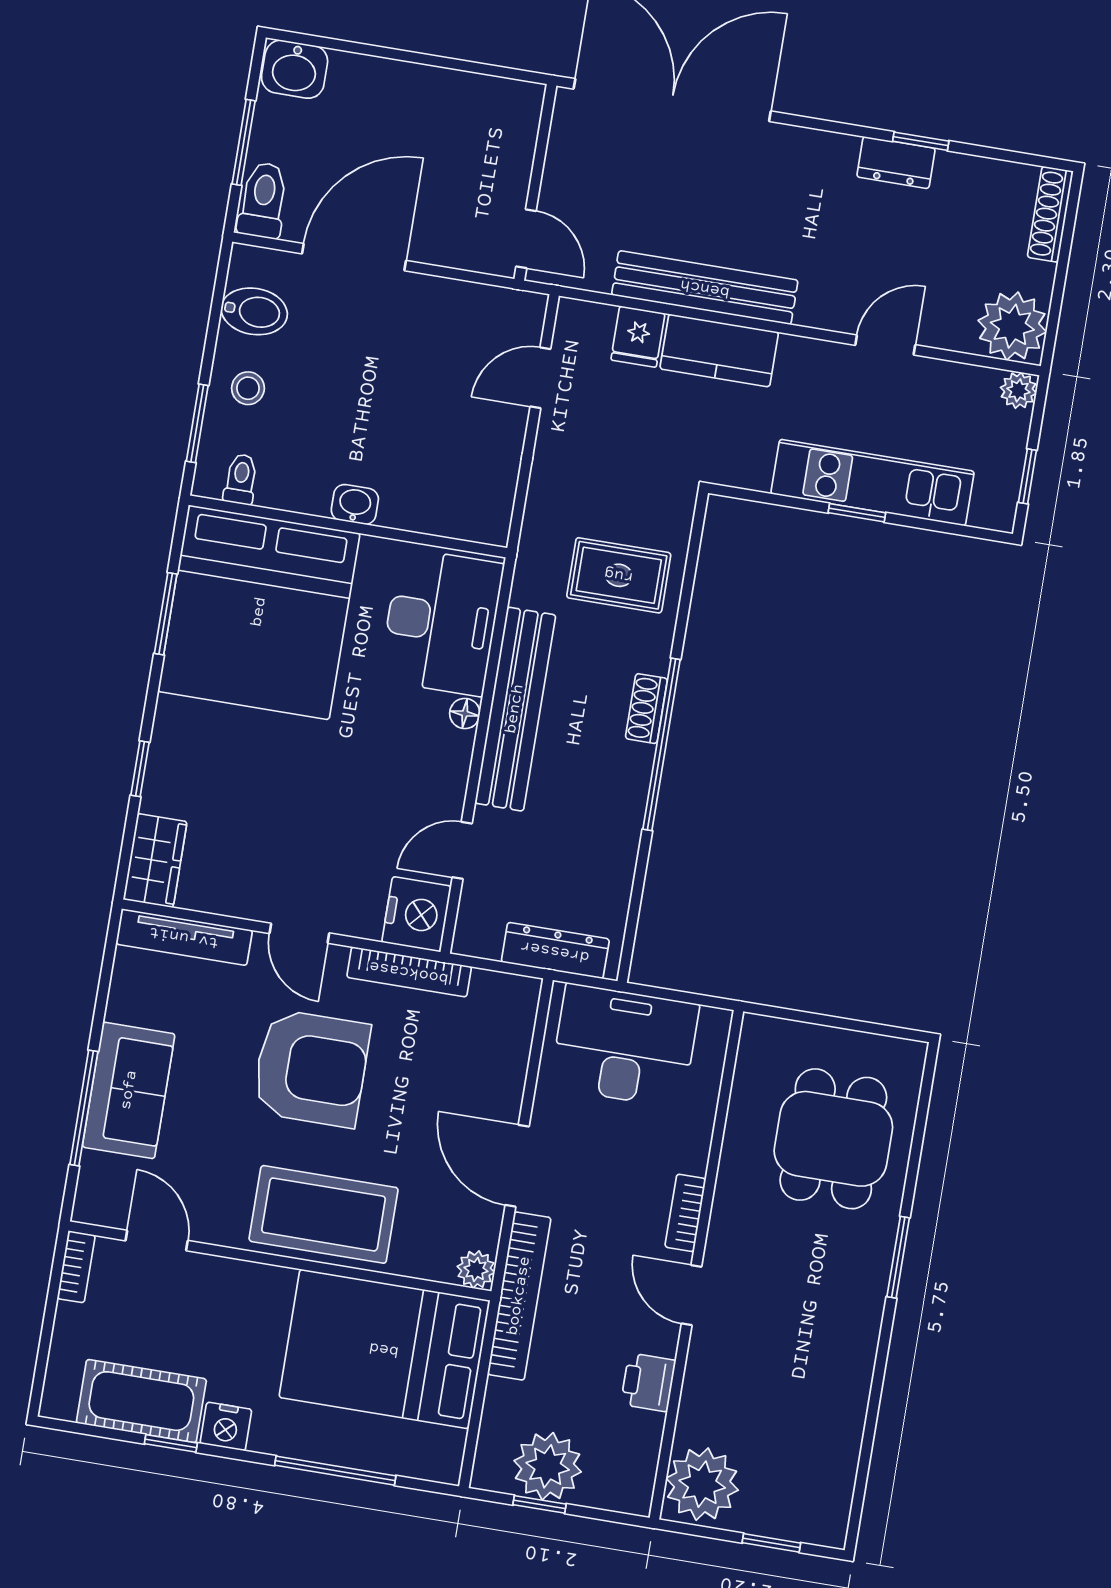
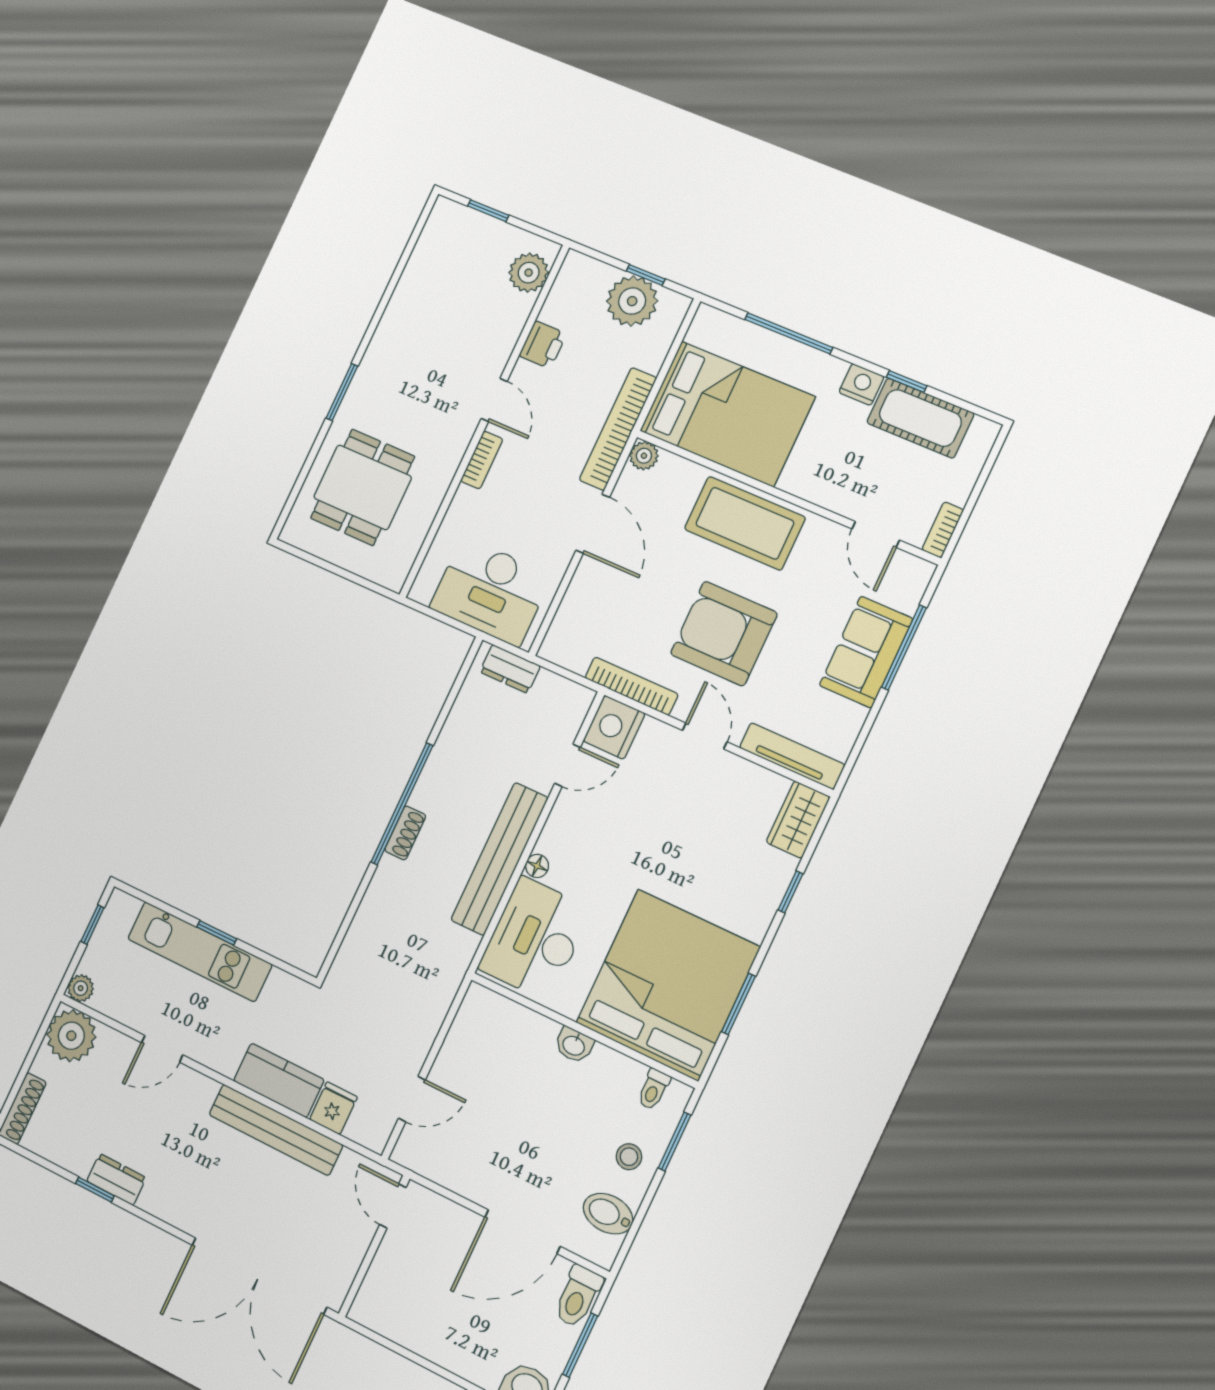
rug: (619, 575) -> (397, 936), removed
dresser: (555, 951) -> (510, 669), width x0.70
plant: (702, 1484) -> (529, 273), width x0.73, depth x0.73

